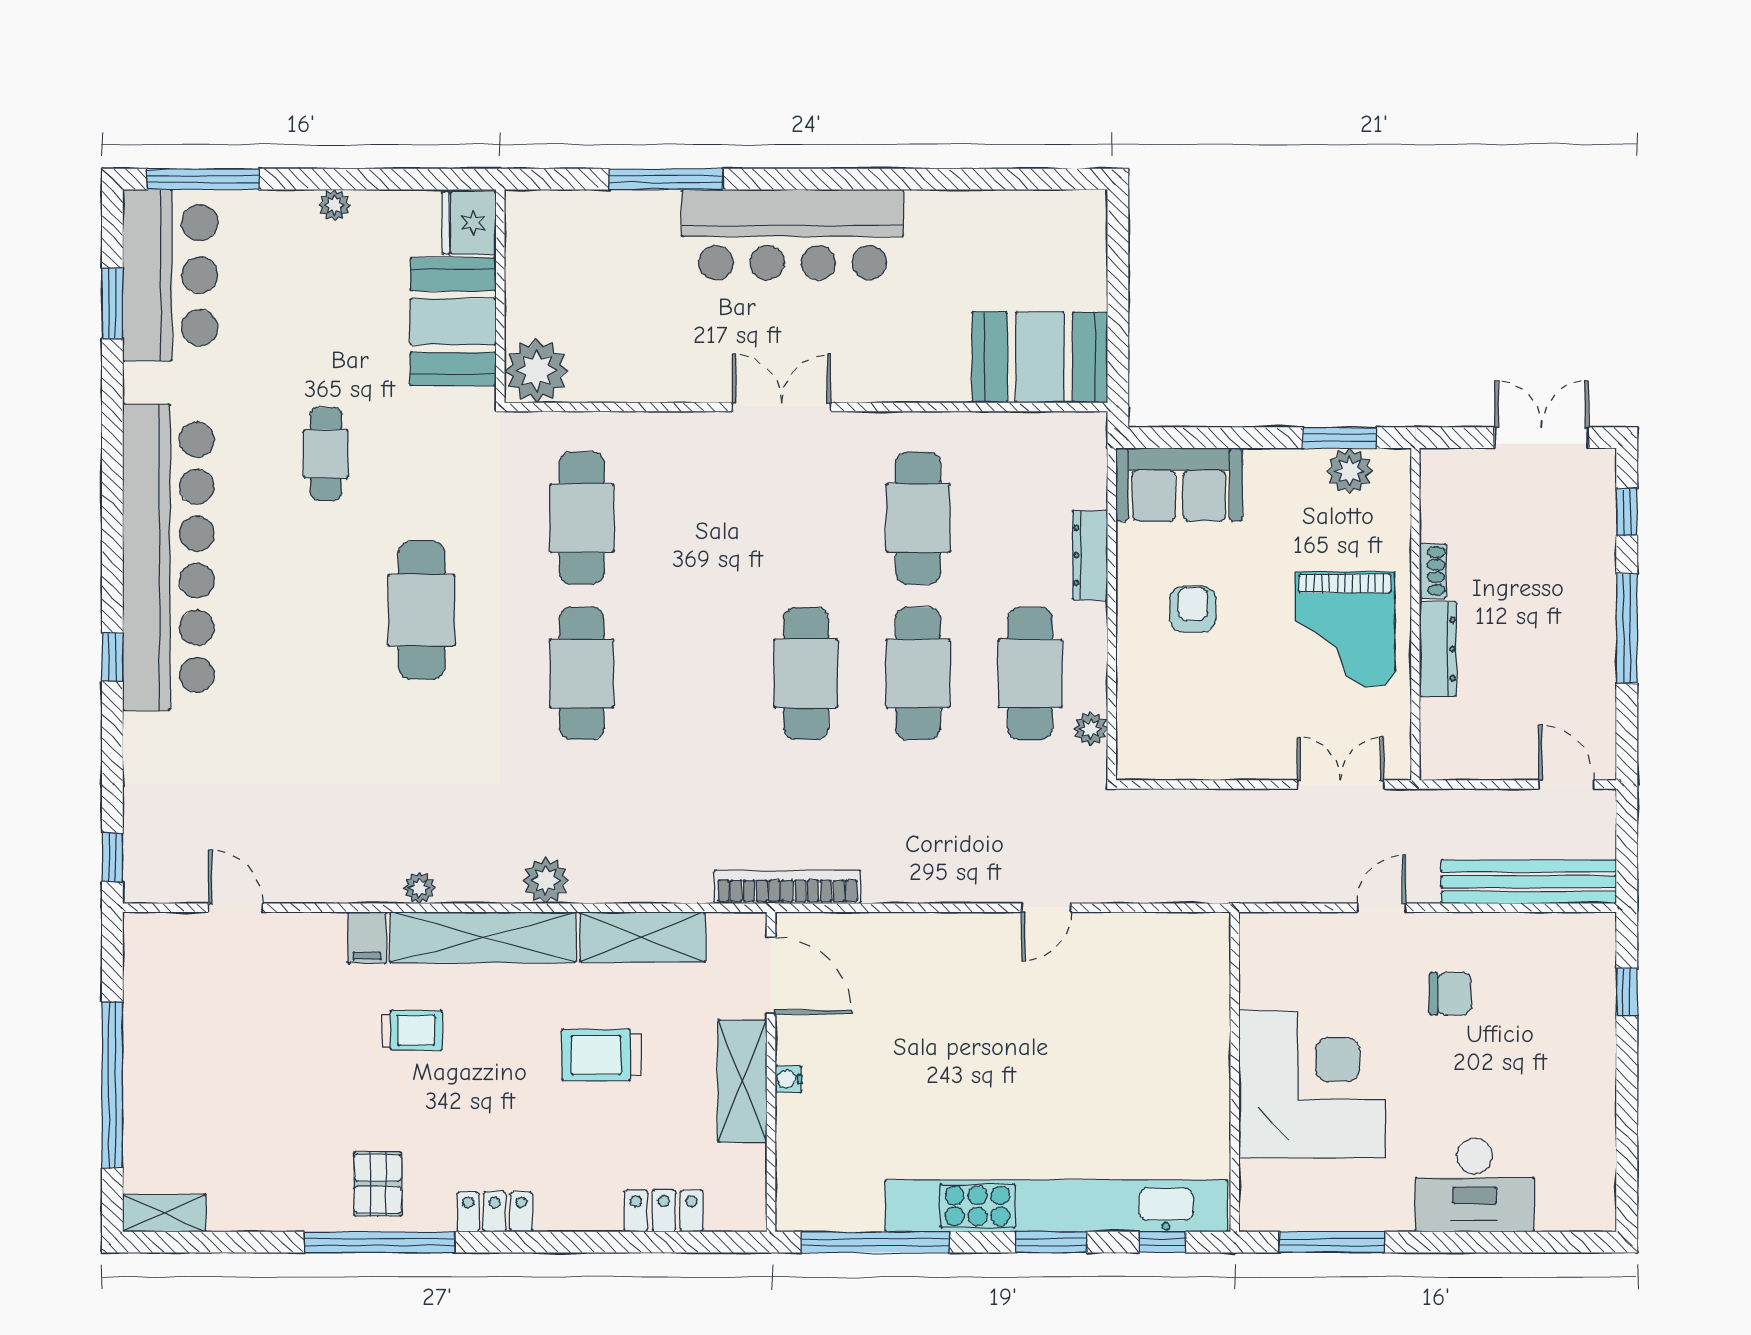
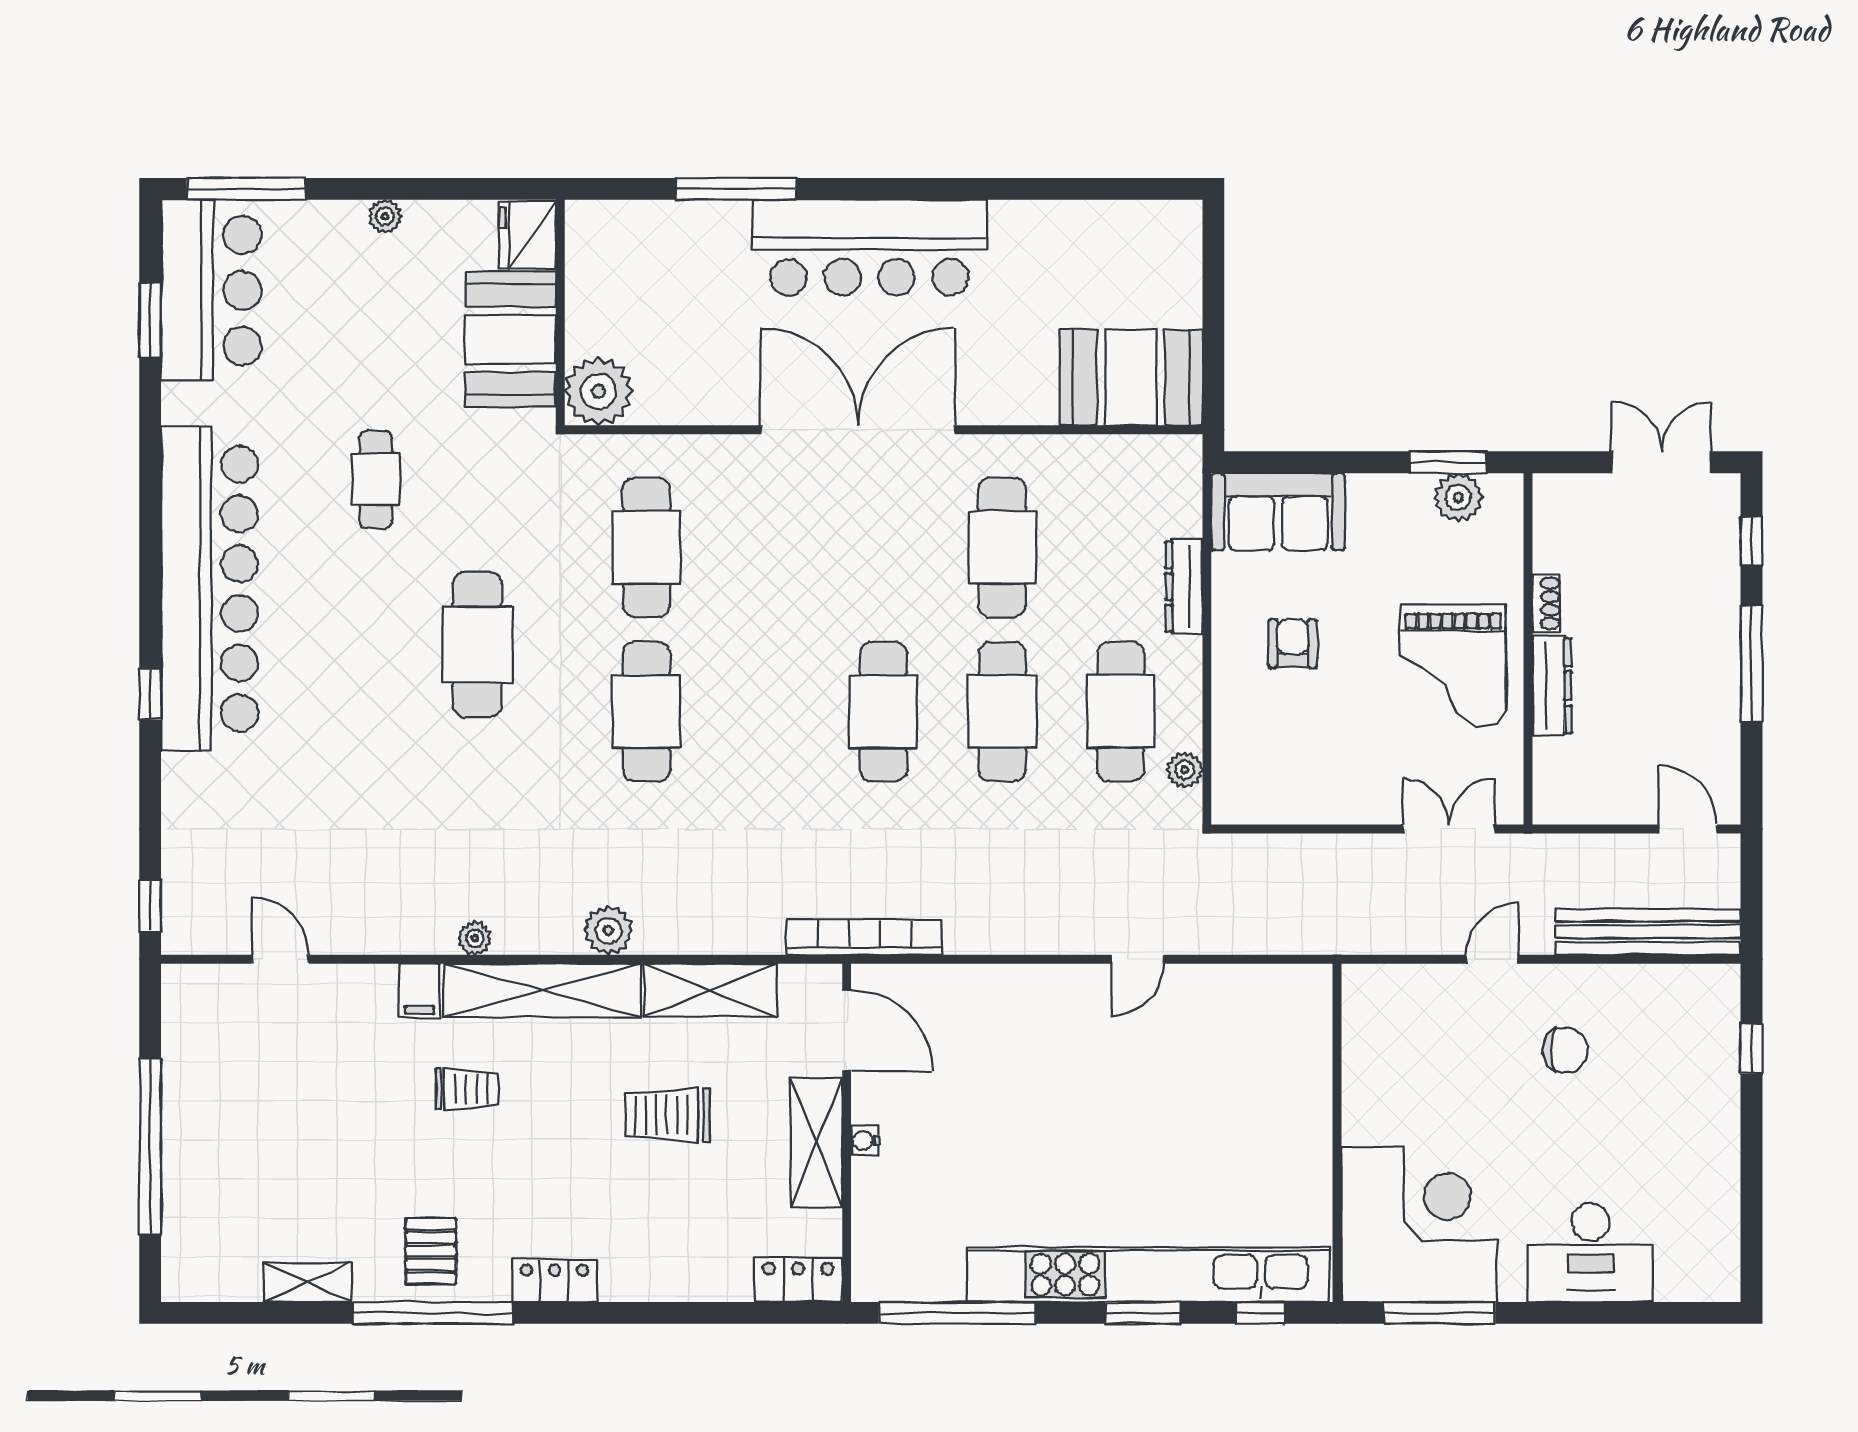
double door: (782, 407) -> (858, 430), width x1.87
corner desk: (1312, 1084) -> (1419, 1224), moved
locker: (664, 1211) -> (798, 1280), moved
shelving: (164, 1213) -> (308, 1282), moved

